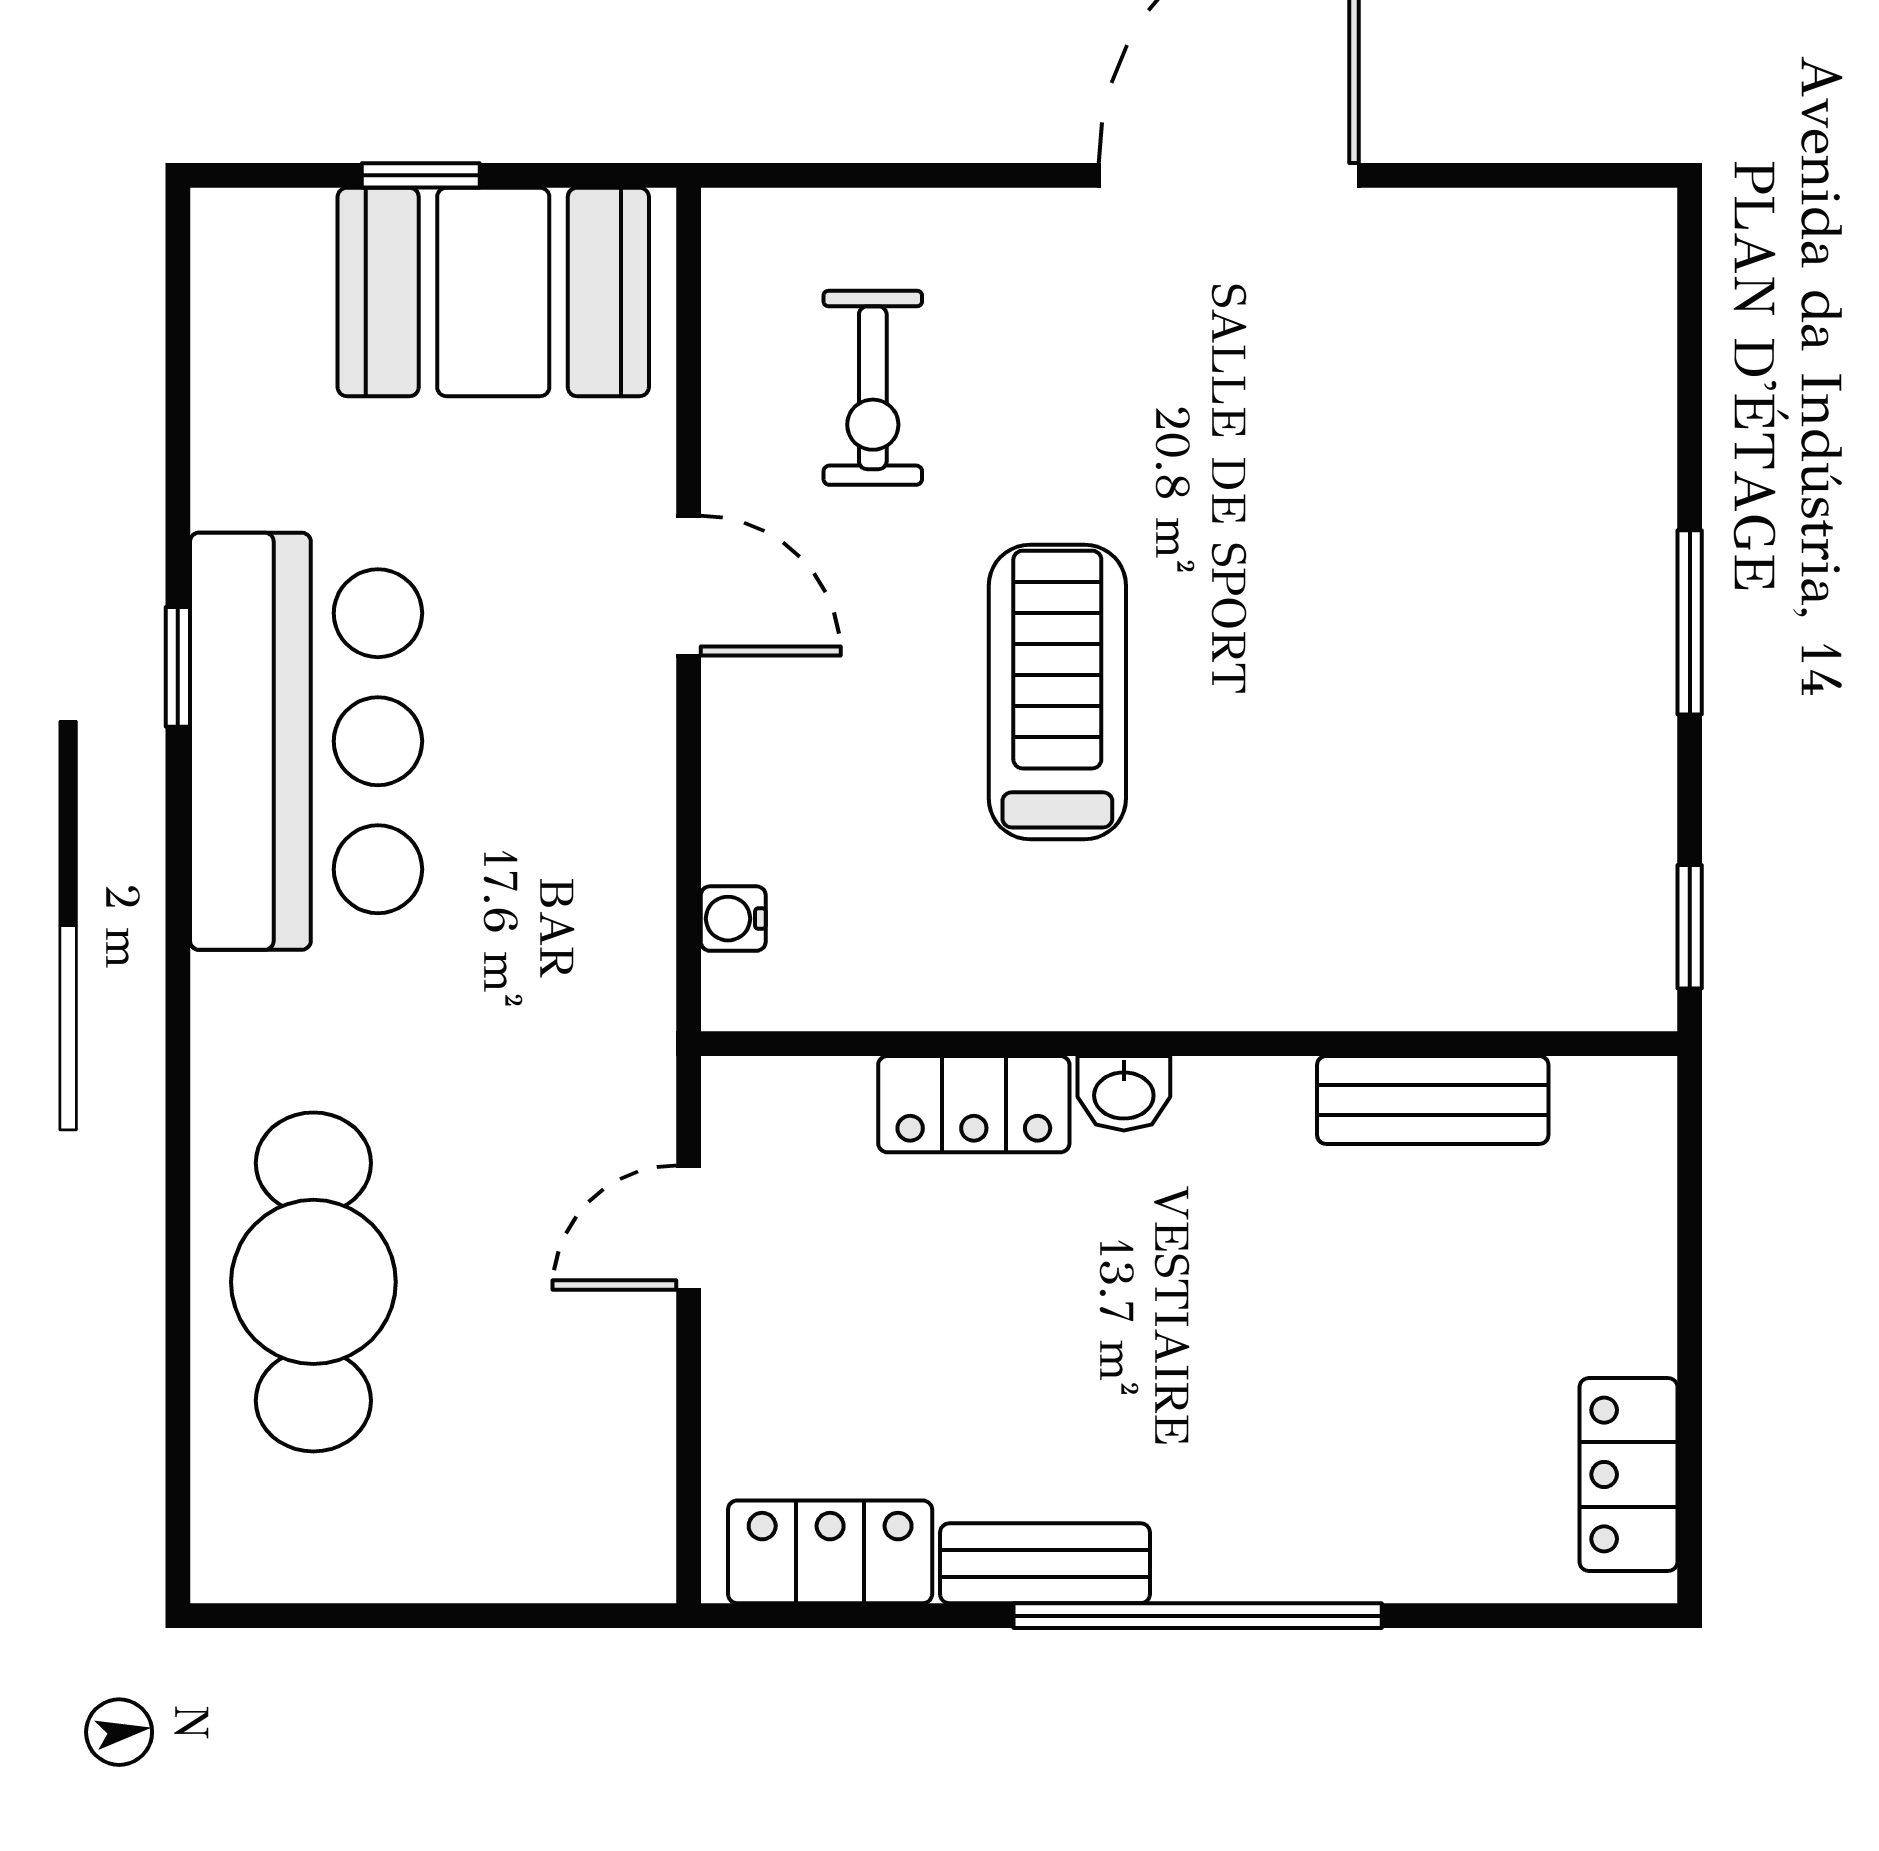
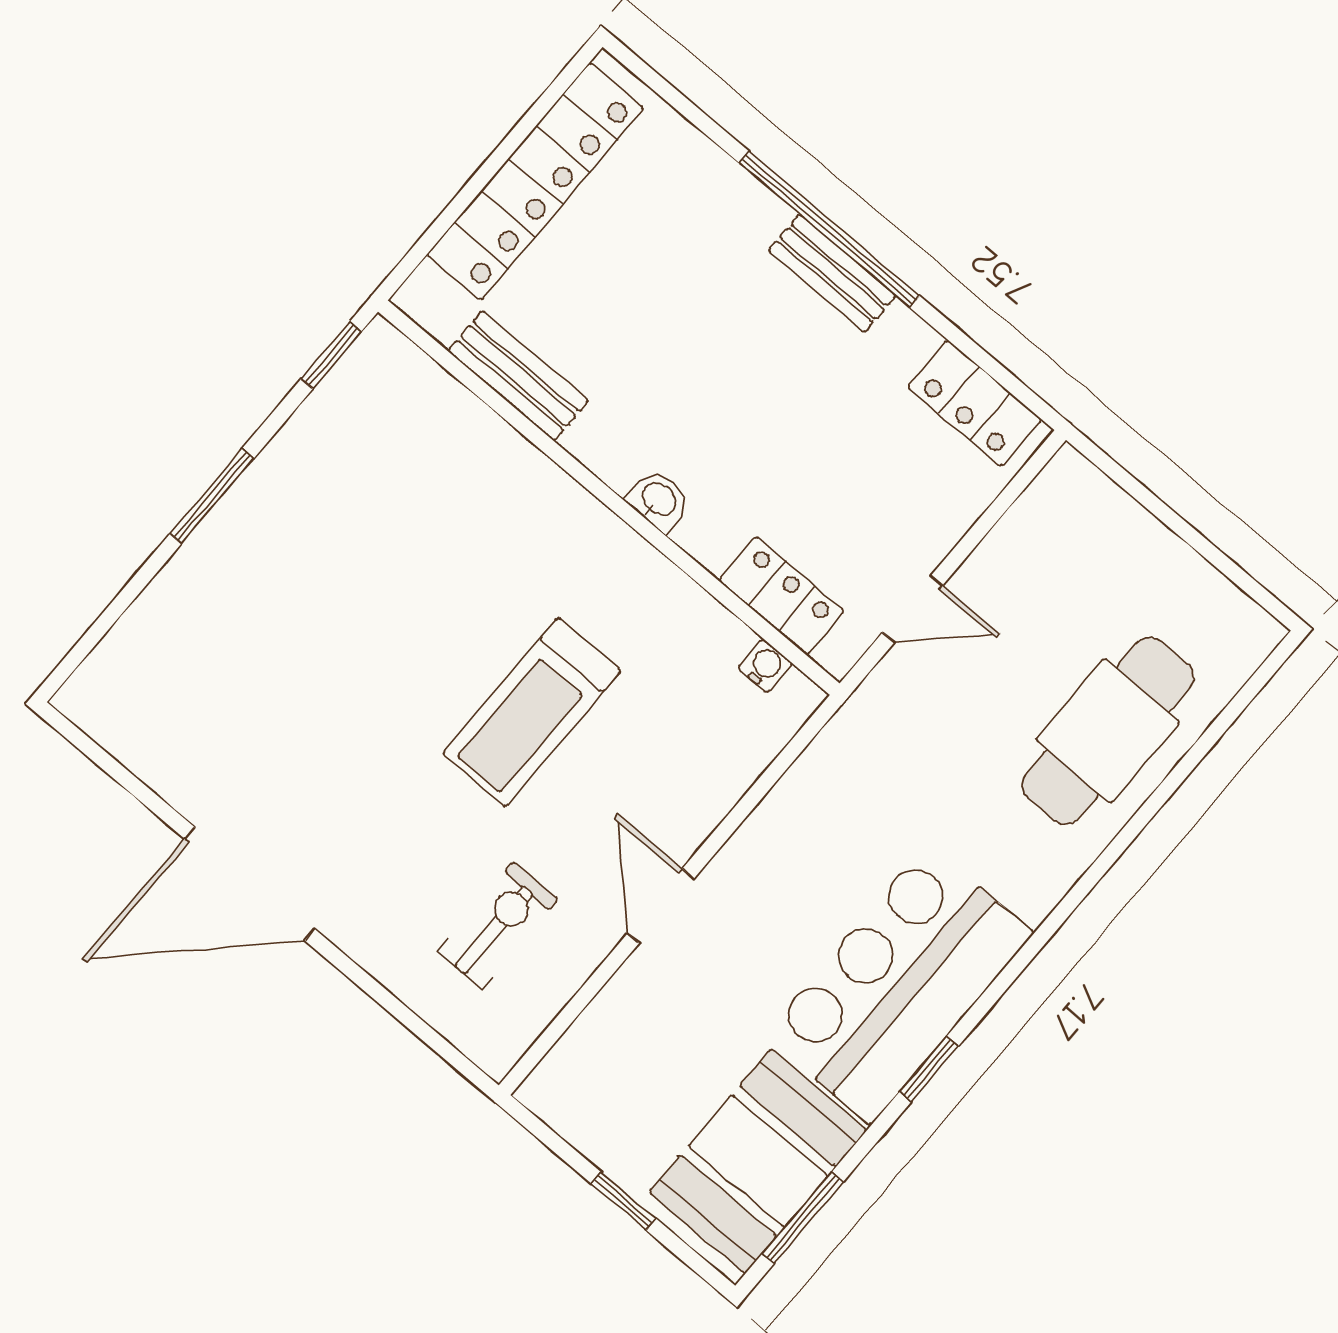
booth: (493, 292) -> (758, 1161), moved, turned 90
window: (178, 345) -> (803, 1218), added
water cooler: (733, 919) -> (765, 666), moved, turned -90
locker: (974, 1104) -> (782, 596), moved
locker: (1628, 1474) -> (535, 181), width x2.16, depth x1.21
bench: (1045, 1563) -> (832, 273), moved

